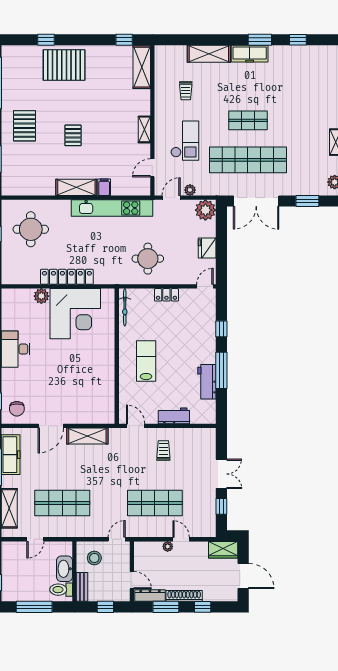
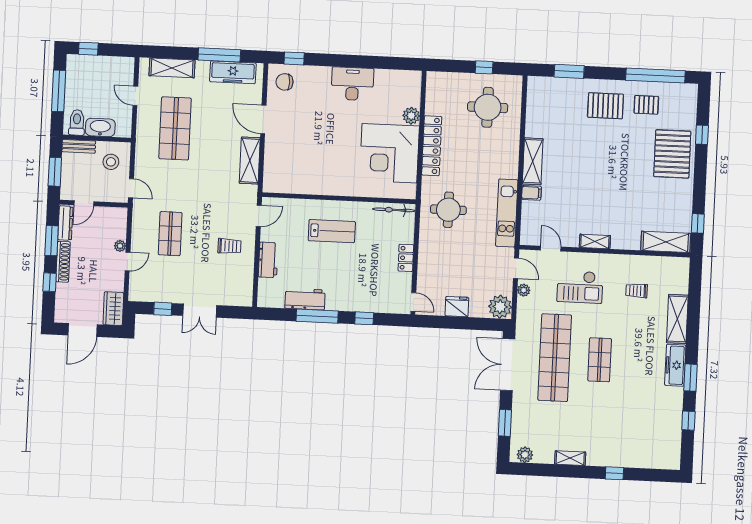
pallet: (73, 135) -> (646, 105), moved
kitchen unit: (112, 208) -> (507, 213), width x0.73
round table: (148, 259) -> (448, 210), moved
shop shelf: (155, 503) -> (170, 234), width x0.70, depth x0.74
window: (105, 607) -> (55, 172), width x1.50

